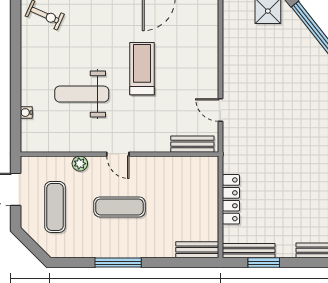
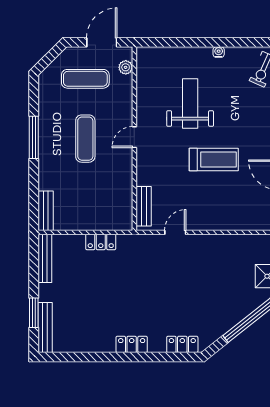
water cooler: (26, 113) -> (219, 52), moved
plant: (80, 164) -> (126, 67), moved
locker: (231, 199) -> (101, 242), width x0.66
window: (264, 263) -> (34, 313), moved

